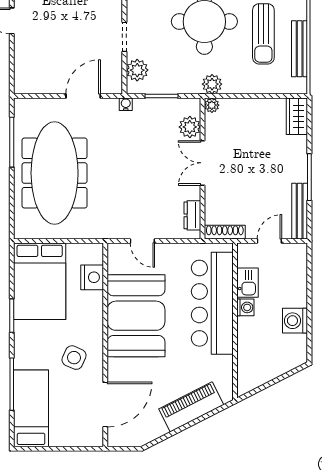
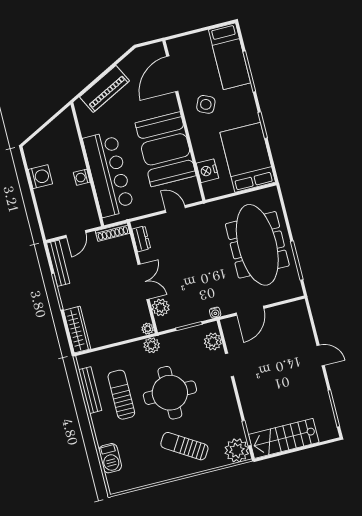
wardrobe: (297, 116) -> (77, 330), width x1.50
kitchen sink: (248, 283) -> (85, 197), removed

